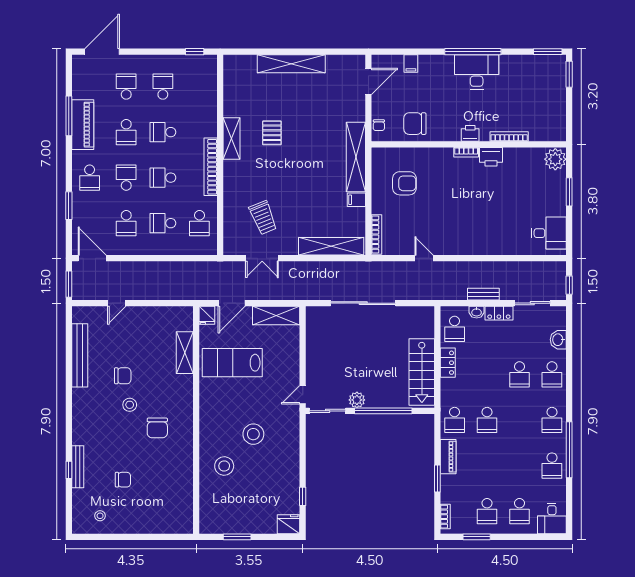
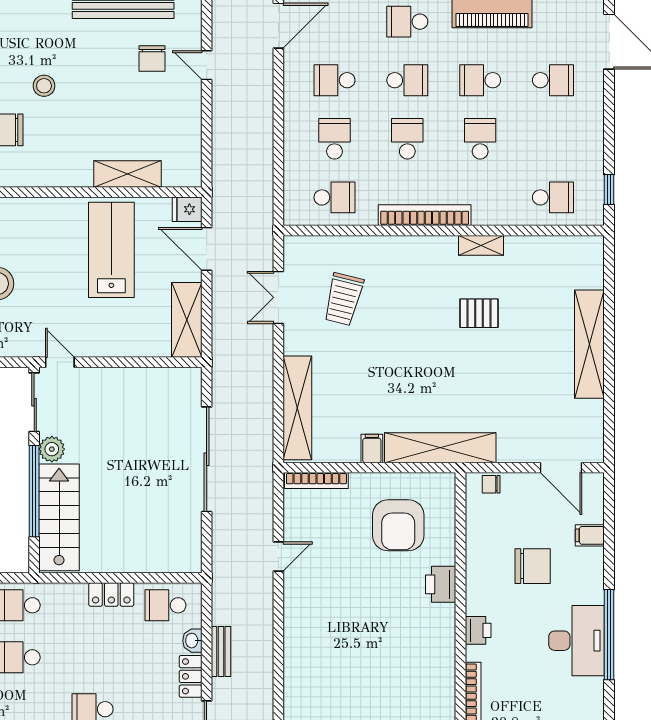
school desk: (163, 87) -> (553, 197), moved
chair: (415, 124) -> (533, 566), moved, turned 90
shelving: (232, 139) -> (481, 245), width x0.67, depth x0.75
bookcase: (466, 152) -> (448, 624), removed
printer: (491, 157) -> (441, 584), moved
armchair: (404, 183) -> (398, 525), width x1.36, depth x1.36
trolley: (263, 218) -> (343, 299), turned -54
school desk: (199, 223) -> (334, 197), turned 180
stairs: (422, 372) -> (59, 517), moved, turned 90
chair: (123, 376) -> (152, 58), moved

